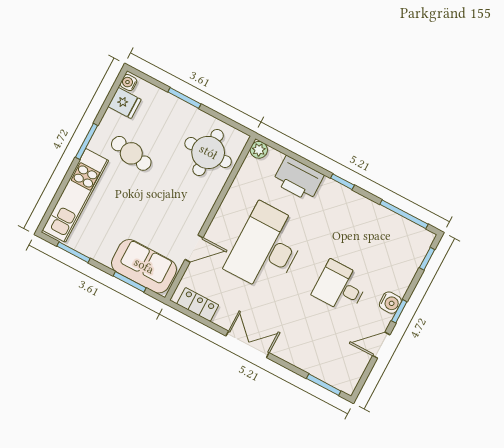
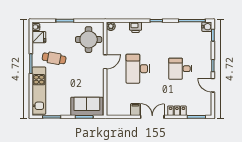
printer: (298, 179) -> (136, 27), width x0.53, depth x0.68
desk: (266, 248) -> (138, 69), width x0.73, depth x0.77
door: (194, 249) -> (105, 62), moved
water cooler: (390, 303) -> (207, 27), moved
locker: (198, 304) -> (177, 111), moved
filing cabinet: (225, 316) -> (135, 109), added
door: (381, 345) -> (213, 85), hinge flipped

